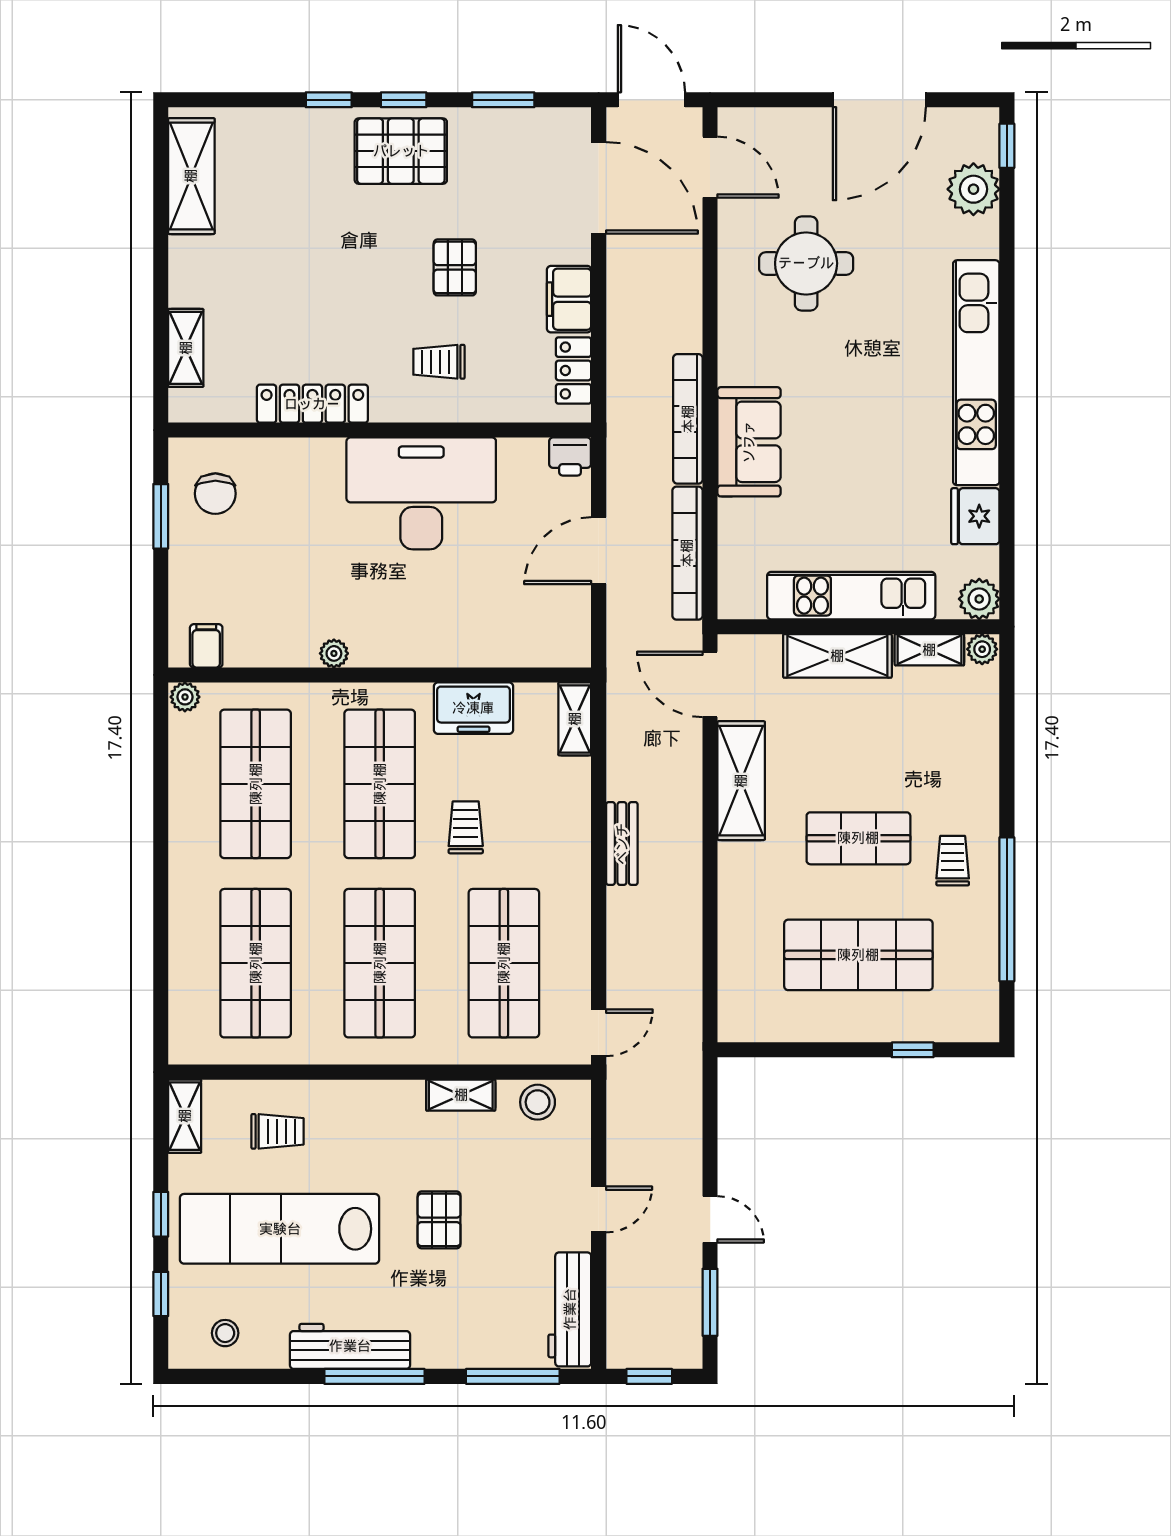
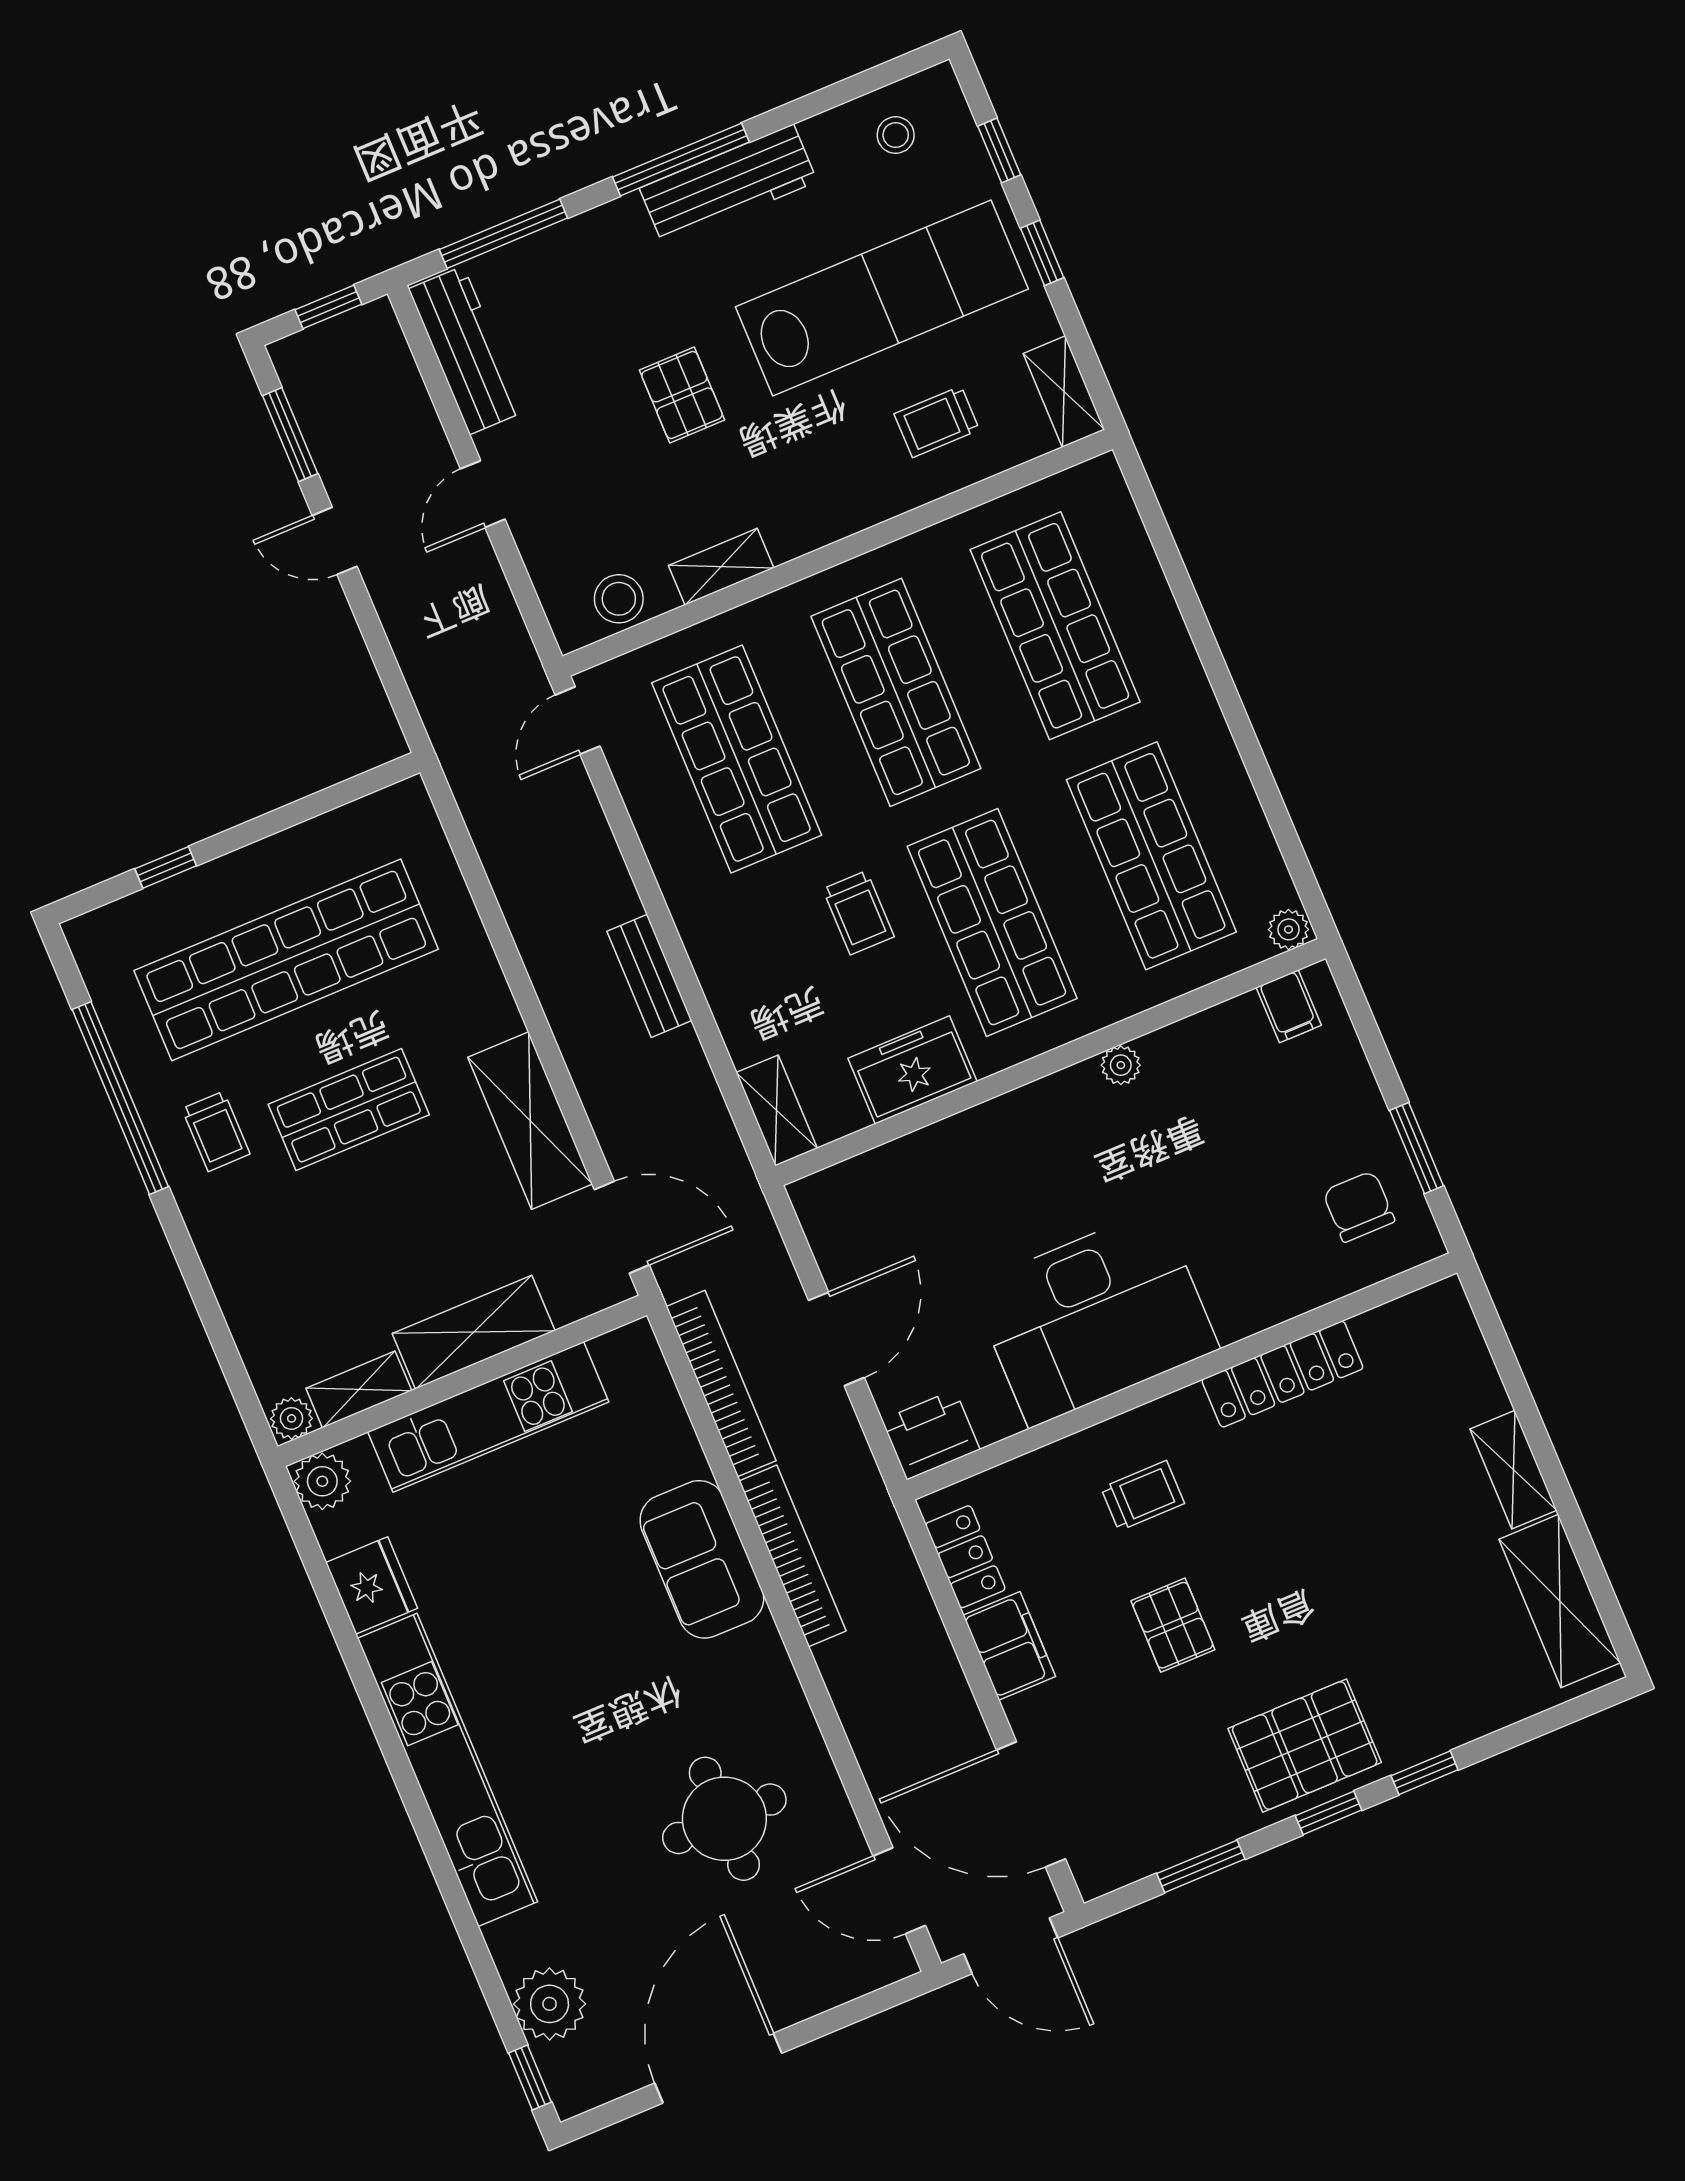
shelving: (186, 348) -> (1513, 1470), moved
printer: (570, 456) -> (931, 1435), width x1.36, depth x1.24
shop shelf: (858, 955) -> (286, 960), width x1.40

